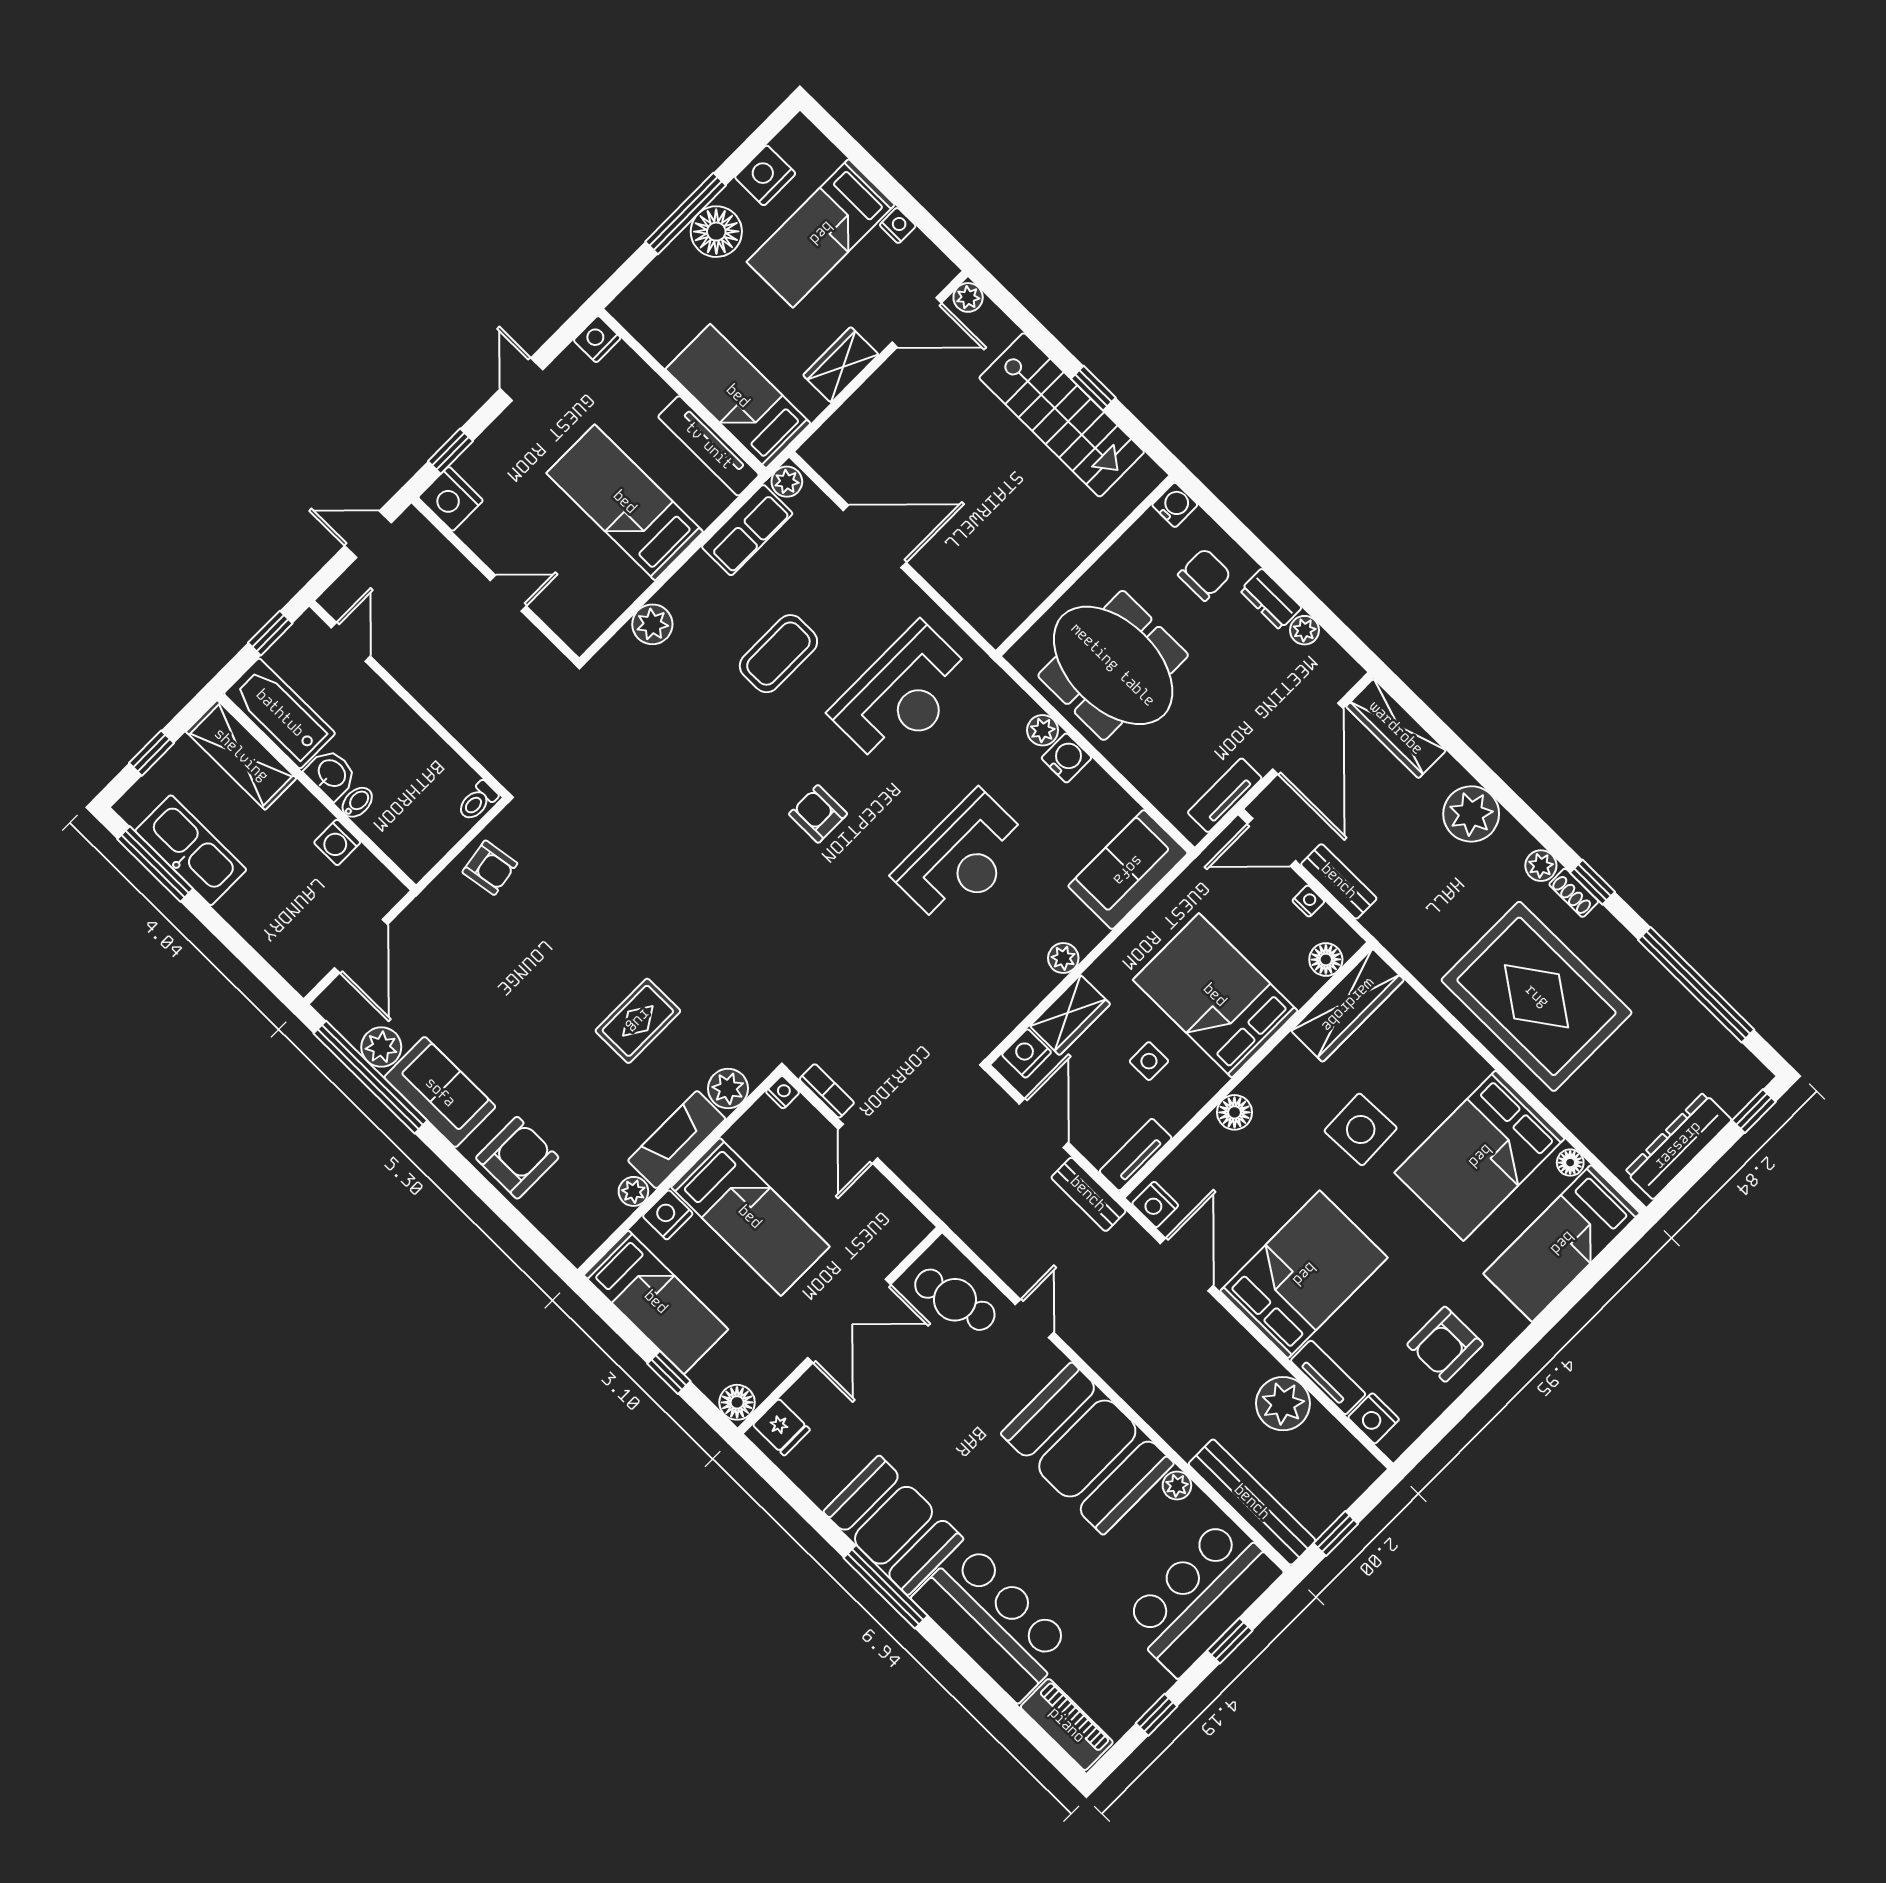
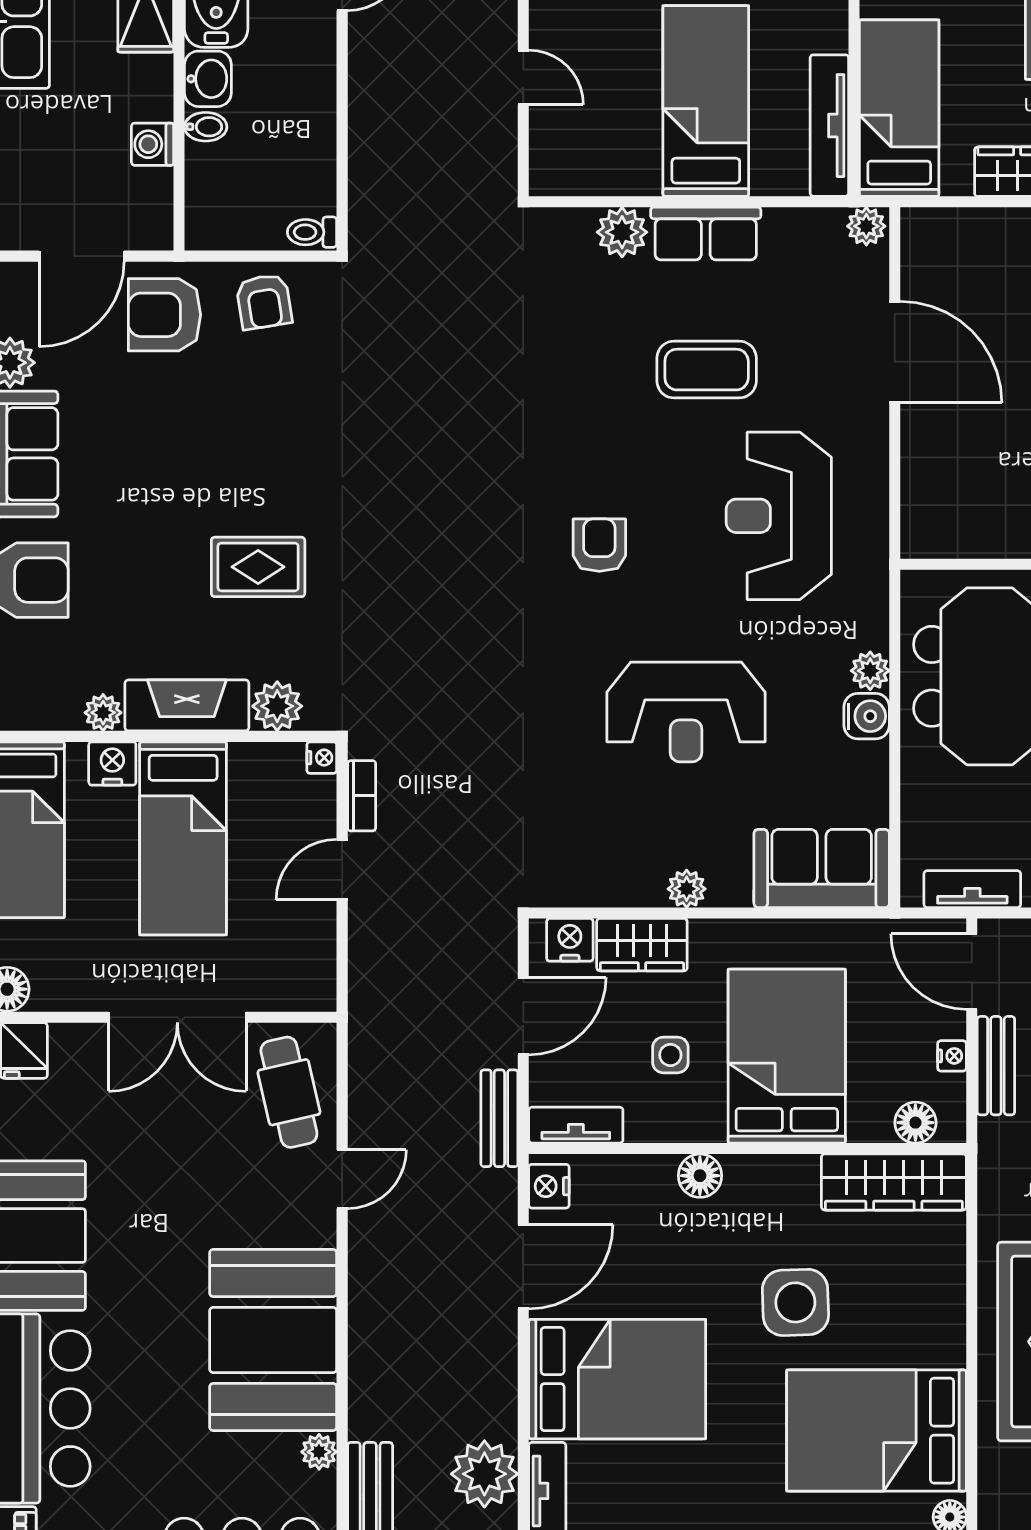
row of seats: (747, 530) -> (706, 234), moved
reception desk: (903, 695) -> (779, 516), turned 90
armchair: (441, 932) -> (164, 315), added

